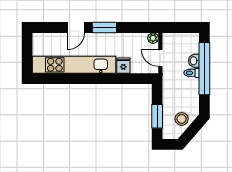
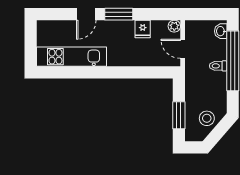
washbasin: (194, 61) -> (221, 31), moved
kitchen unit: (74, 65) -> (71, 57), width x0.73
fridge: (123, 66) -> (143, 29), moved, turned 180

